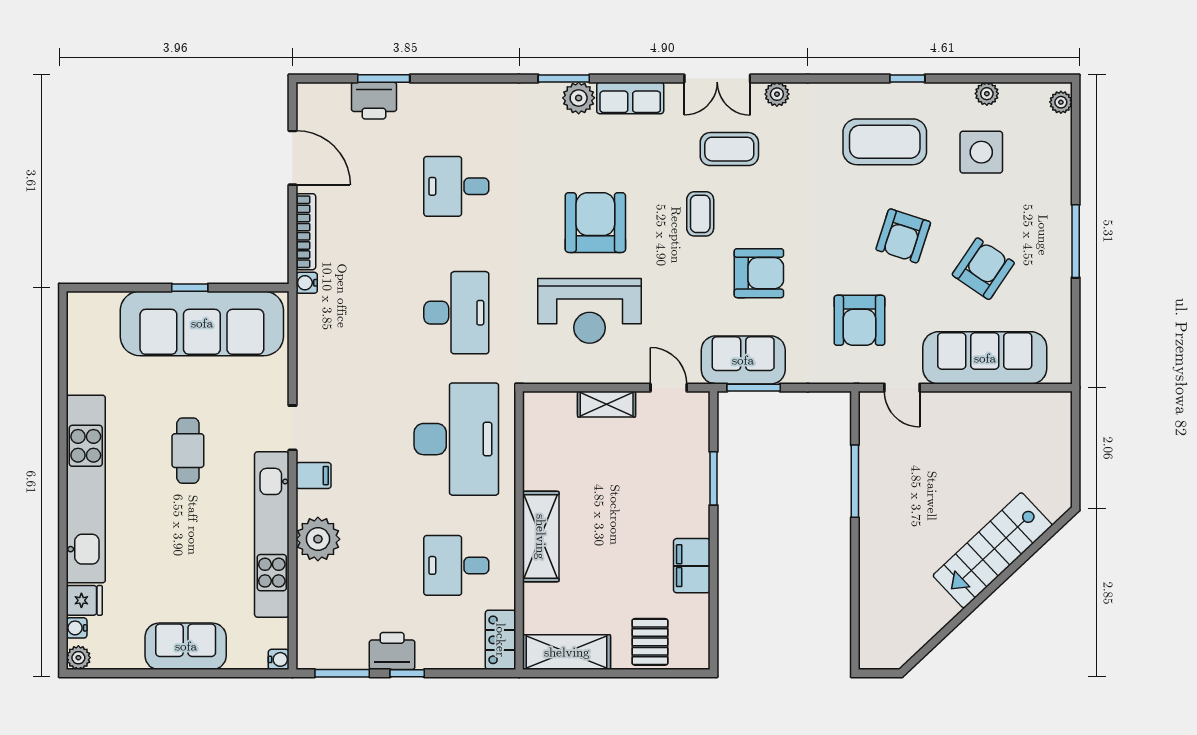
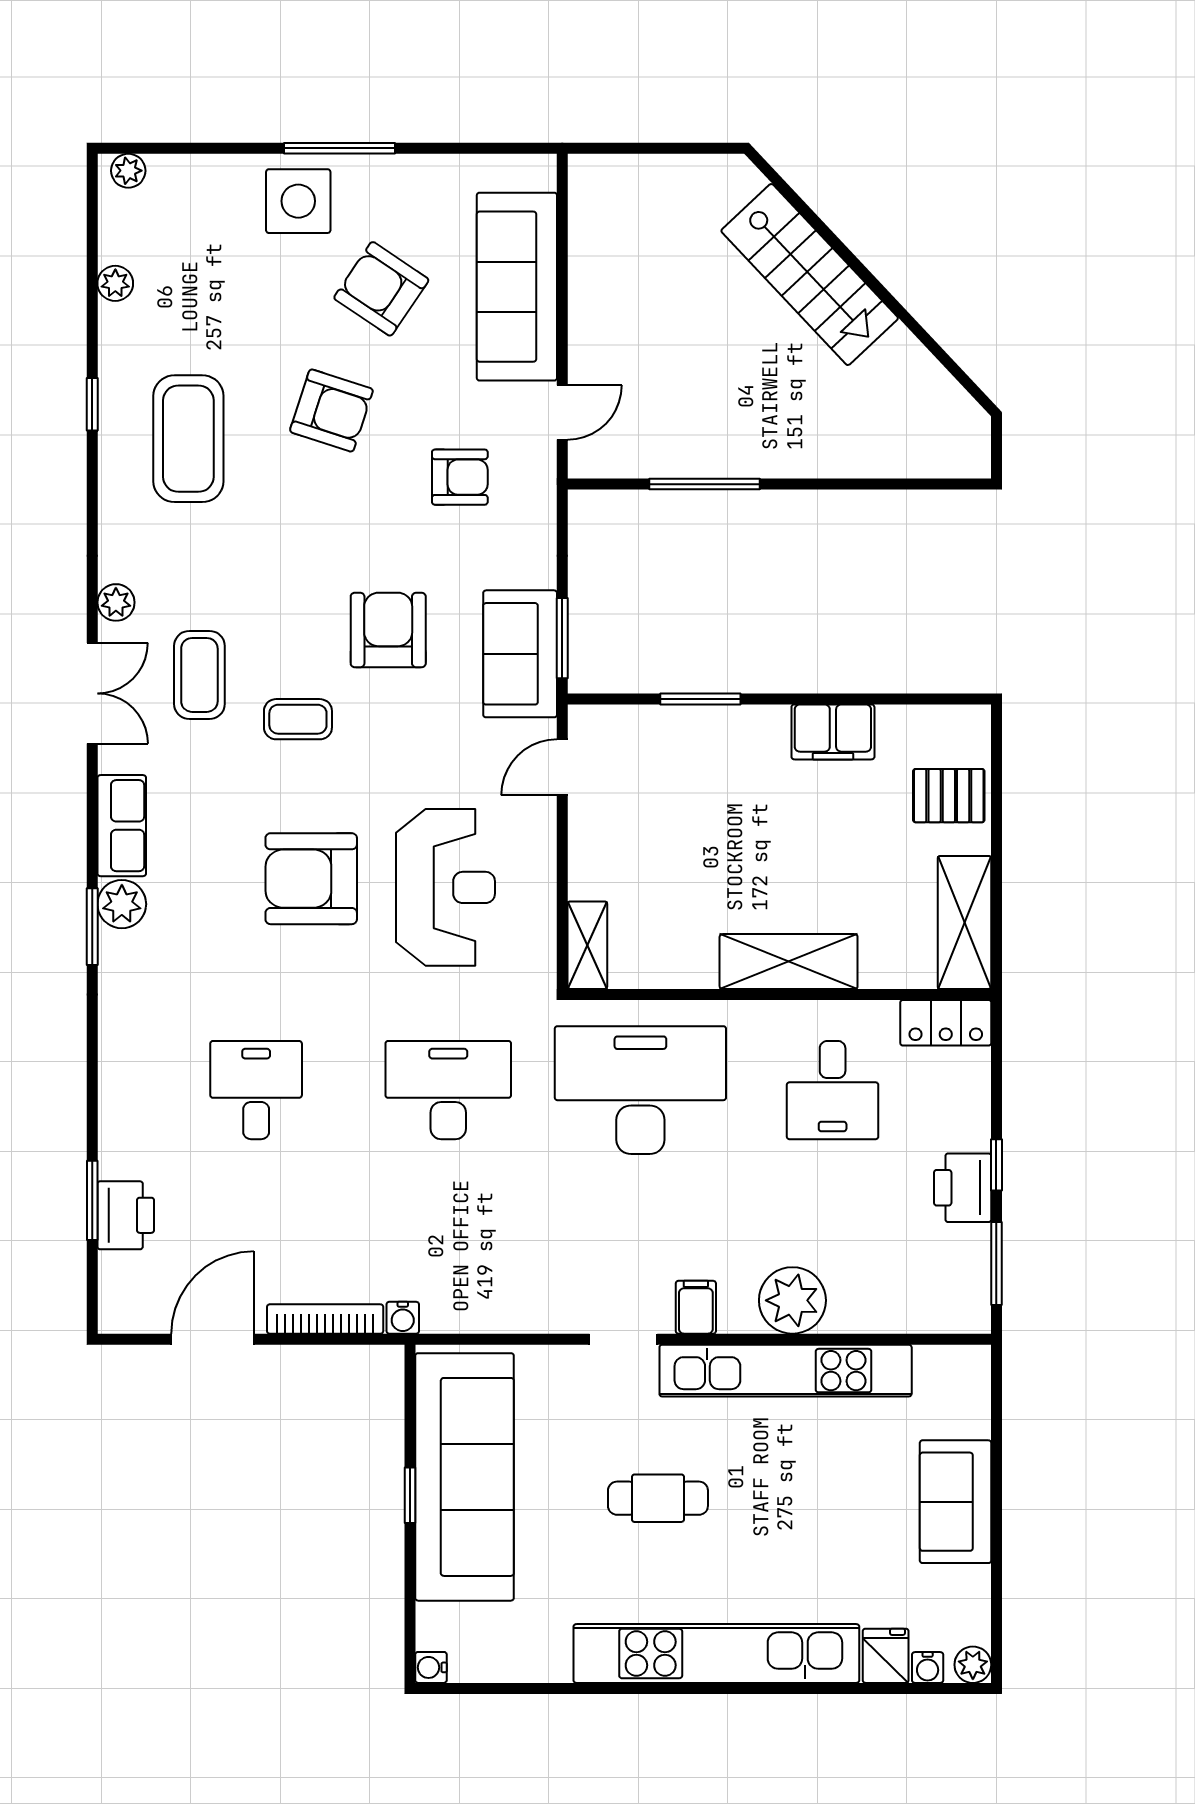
side table: (981, 152) -> (298, 201), moved
desk: (456, 186) -> (256, 1090), turned 180
armchair: (859, 320) -> (460, 477), width x0.72, depth x0.72
shelving: (607, 404) -> (587, 945), moved
water cooler: (279, 659) -> (431, 1667), moved, turned -90

